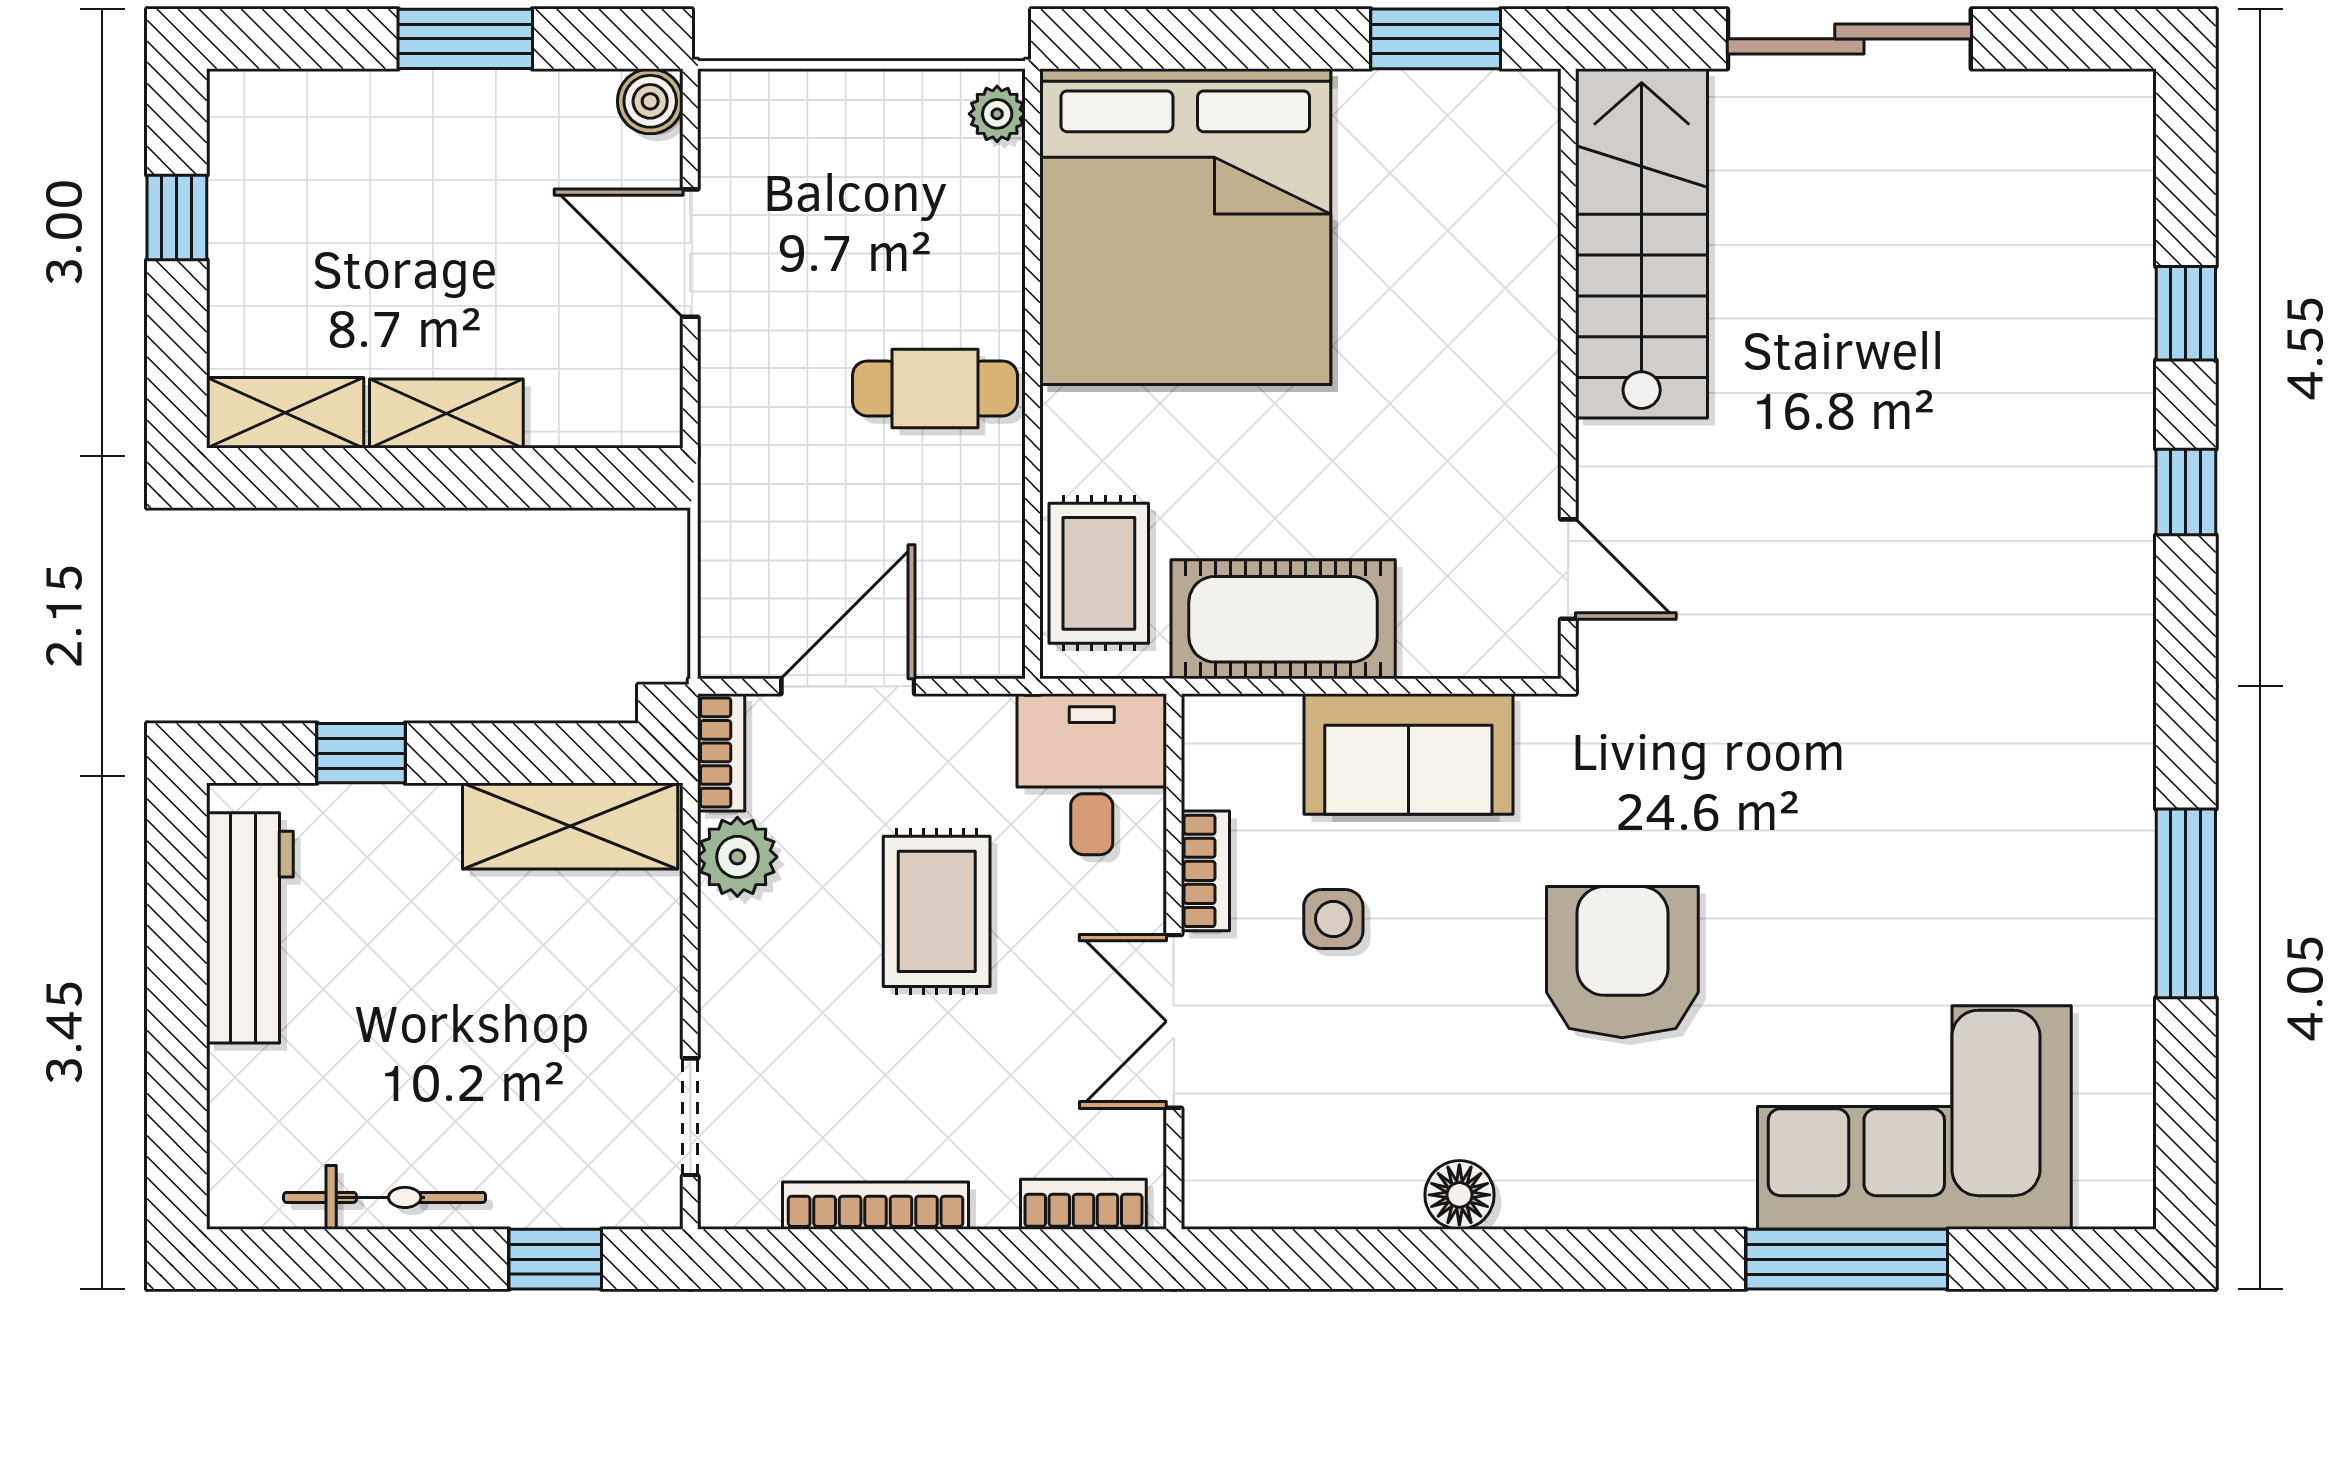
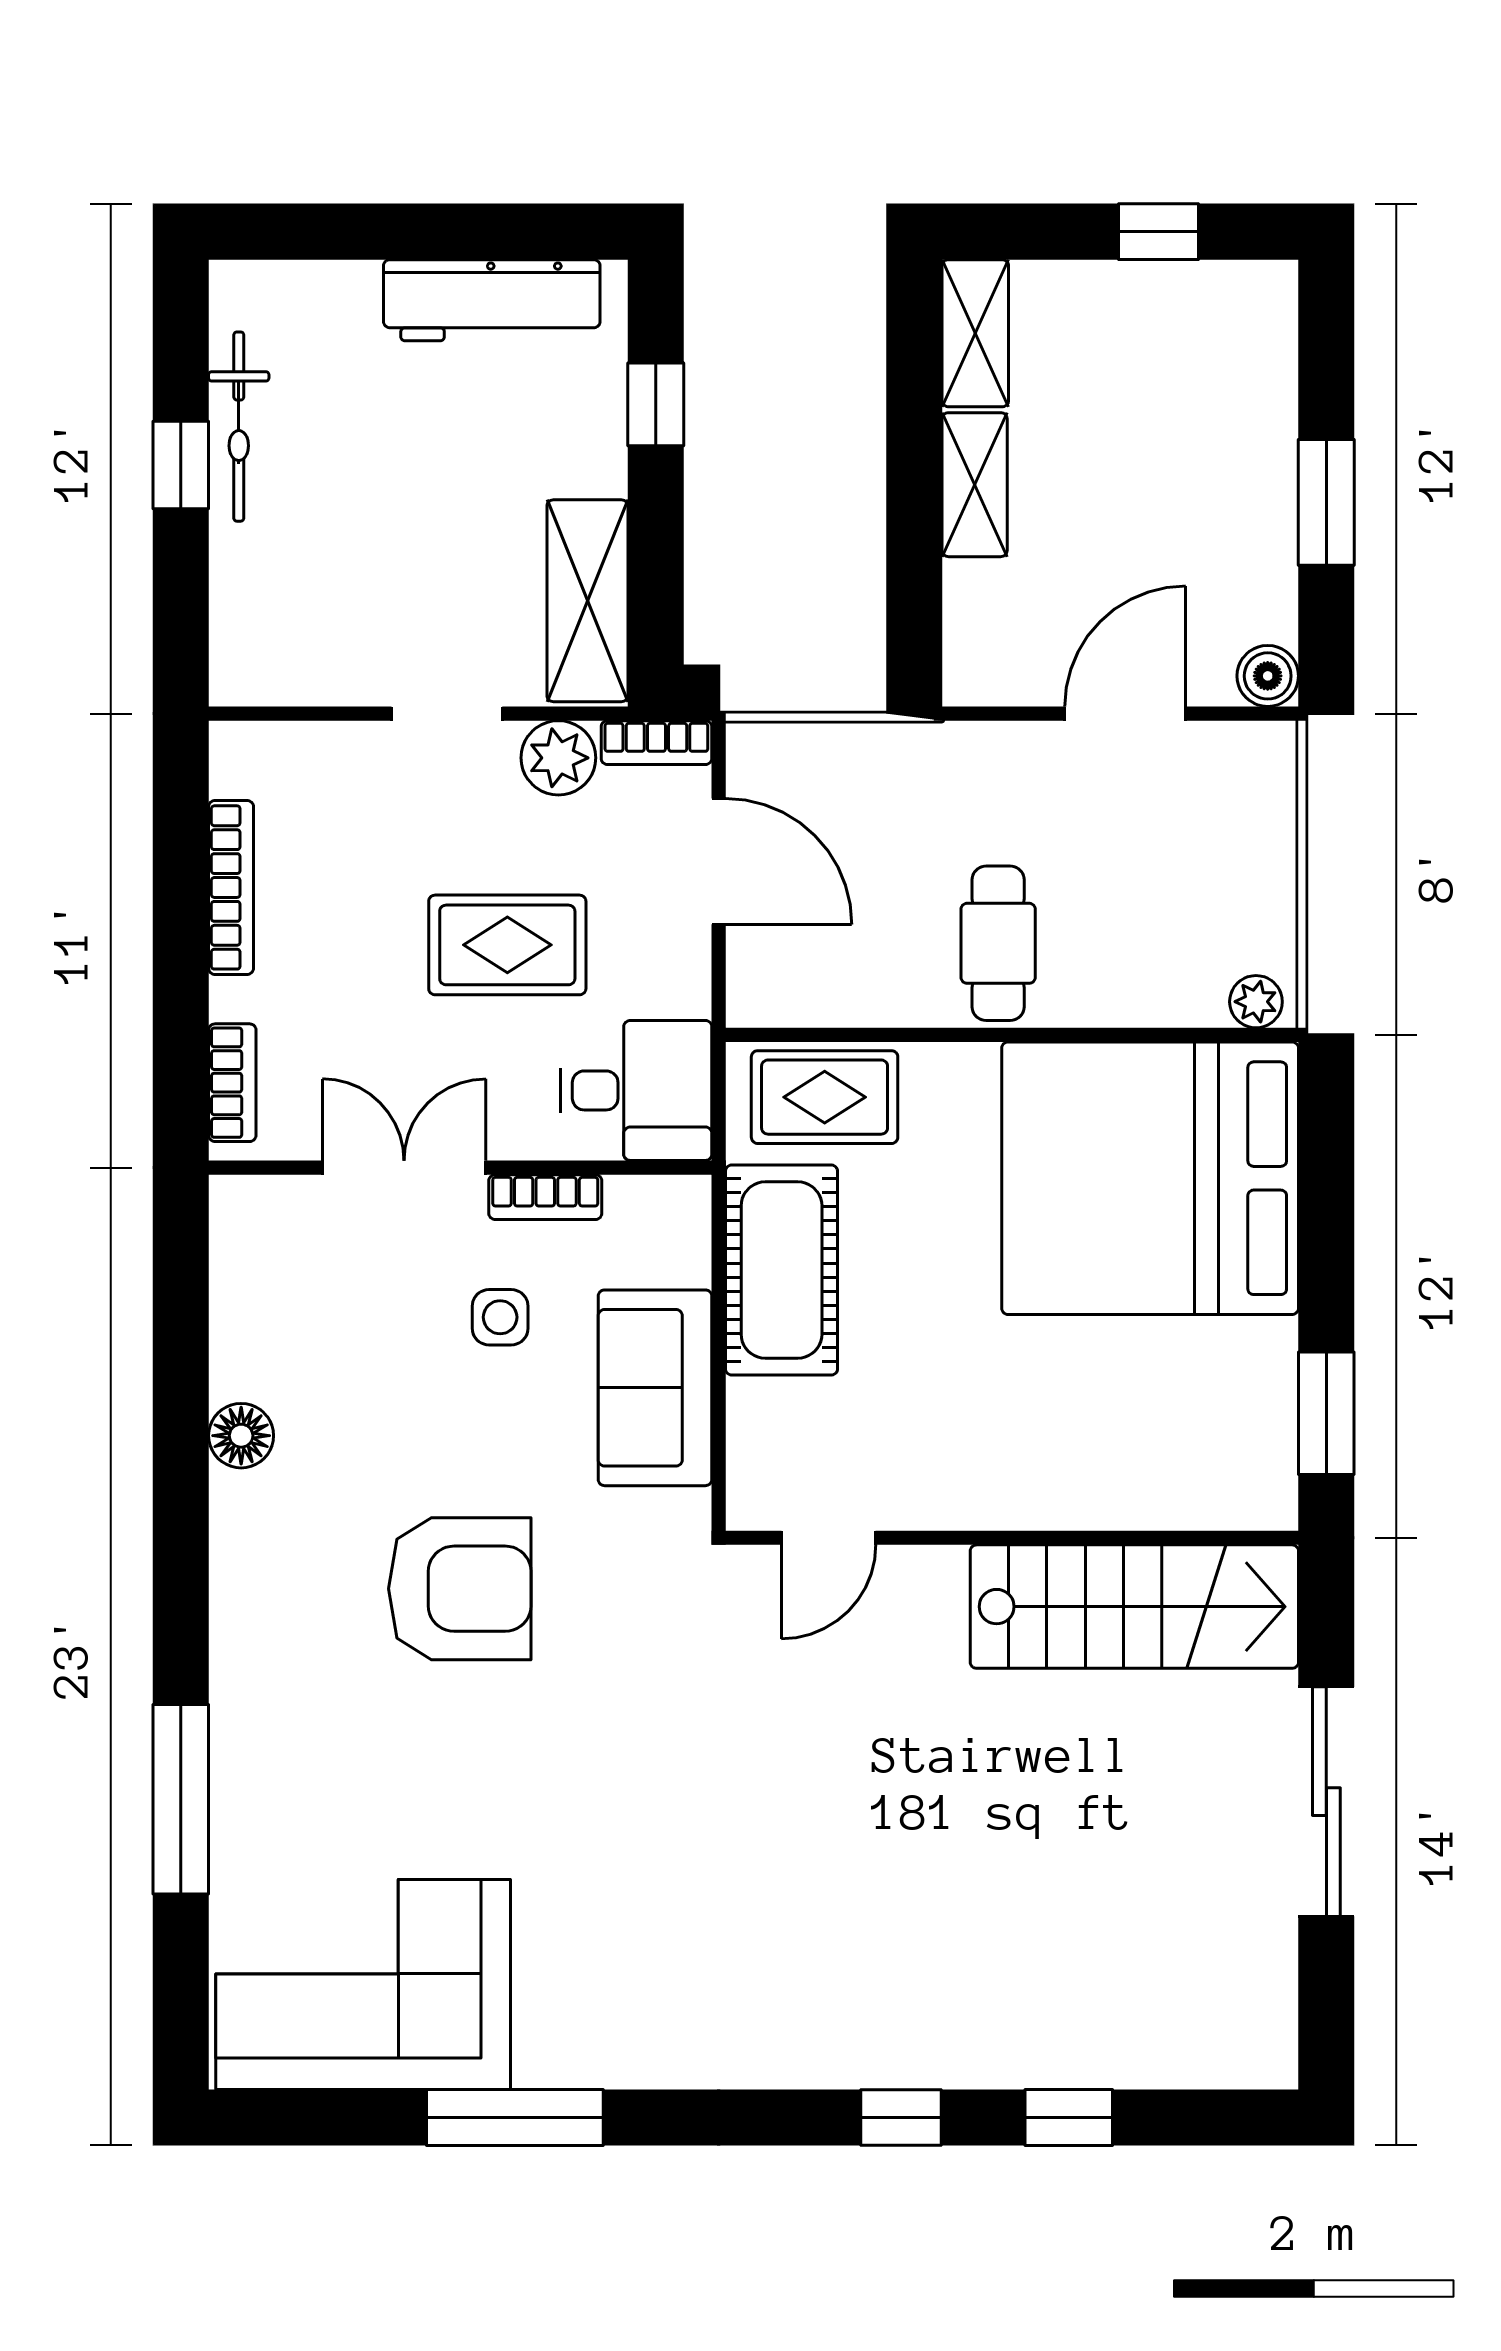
doorway: (690, 1117) -> (447, 714), moved
corner sofa: (1914, 1117) -> (363, 1984), moved, turned -90
window: (555, 1259) -> (181, 465), moved

